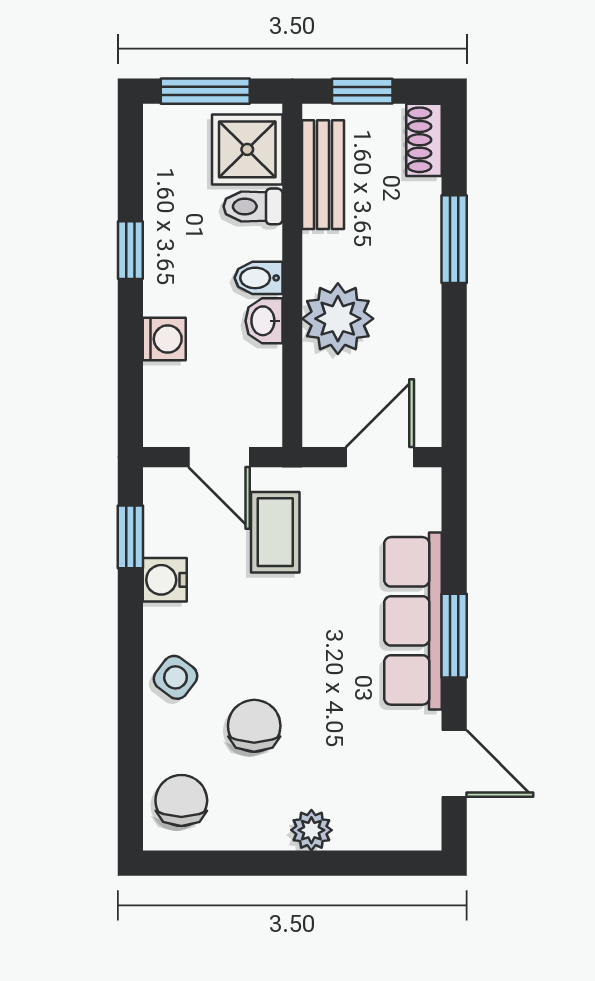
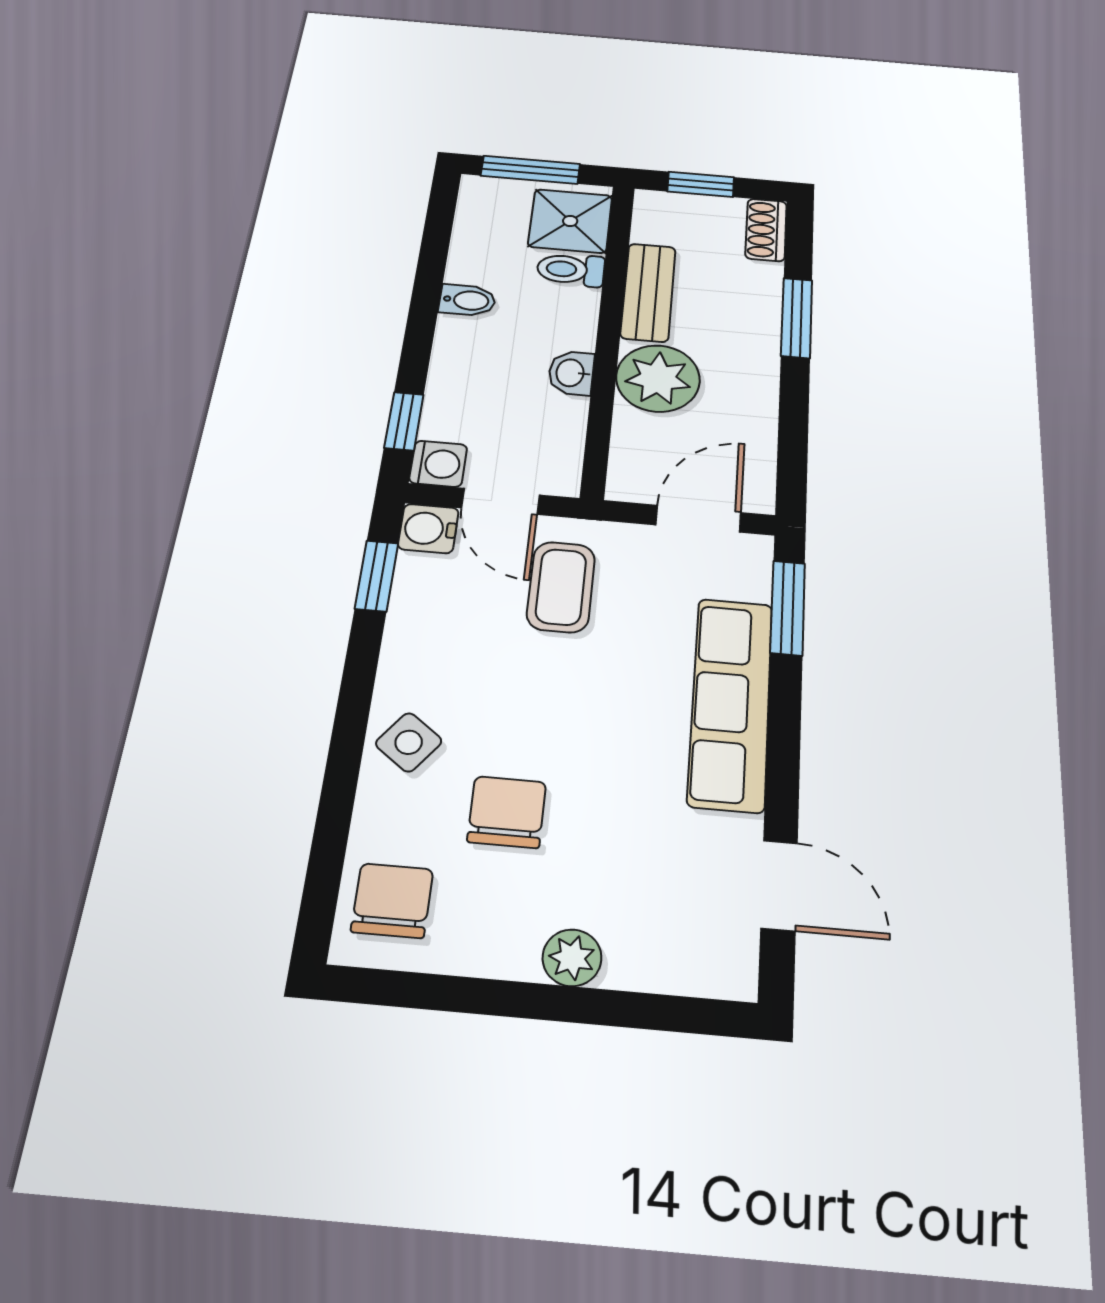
bench: (323, 175) -> (648, 292), moved
window: (130, 250) -> (404, 421), moved
bidet: (258, 278) -> (467, 300), moved, turned 180
washing machine: (164, 339) -> (438, 464), moved
water cooler: (165, 580) -> (428, 529), moved
window: (454, 636) -> (788, 608), moved

